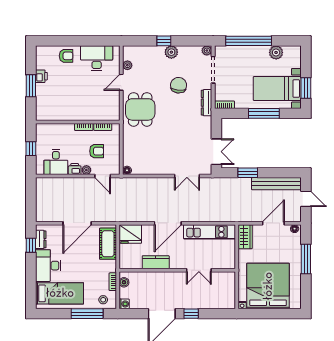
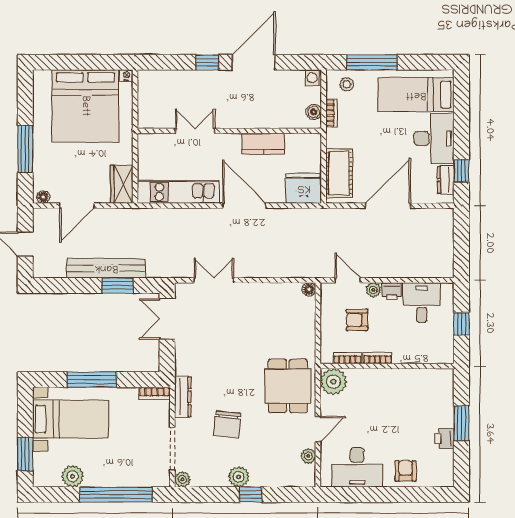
armchair: (66, 56) -> (405, 471), turned 90
window: (306, 88) -> (25, 454), moved
plant: (111, 112) -> (333, 382), added
bench: (276, 184) -> (106, 268), moved
door: (168, 223) -> (244, 206), hinge flipped

